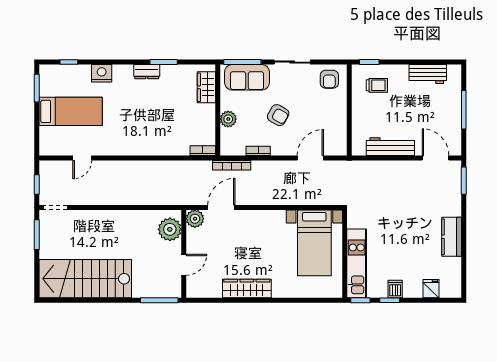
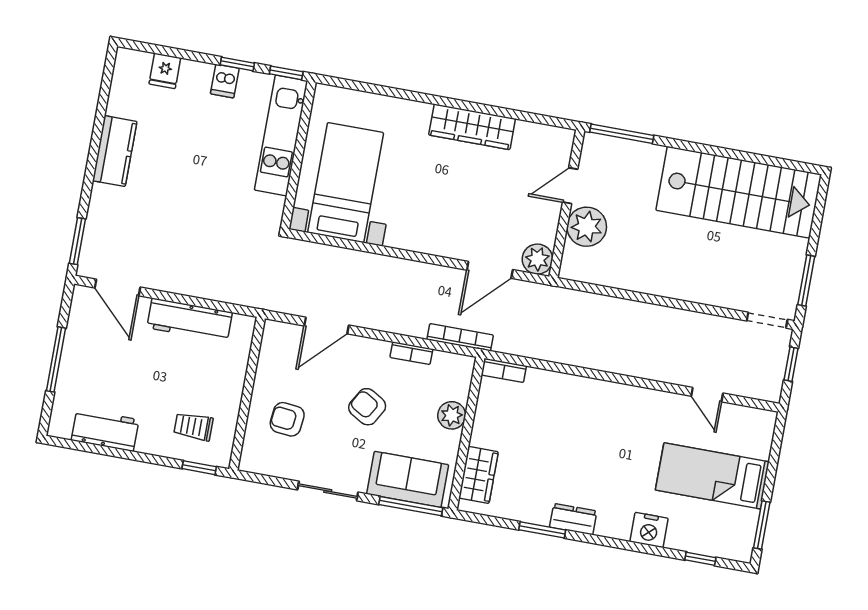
armchair: (329, 79) -> (287, 419), moved, turned -84
door: (82, 158) -> (707, 395), swing flipped
plant: (170, 229) -> (587, 227), moved

